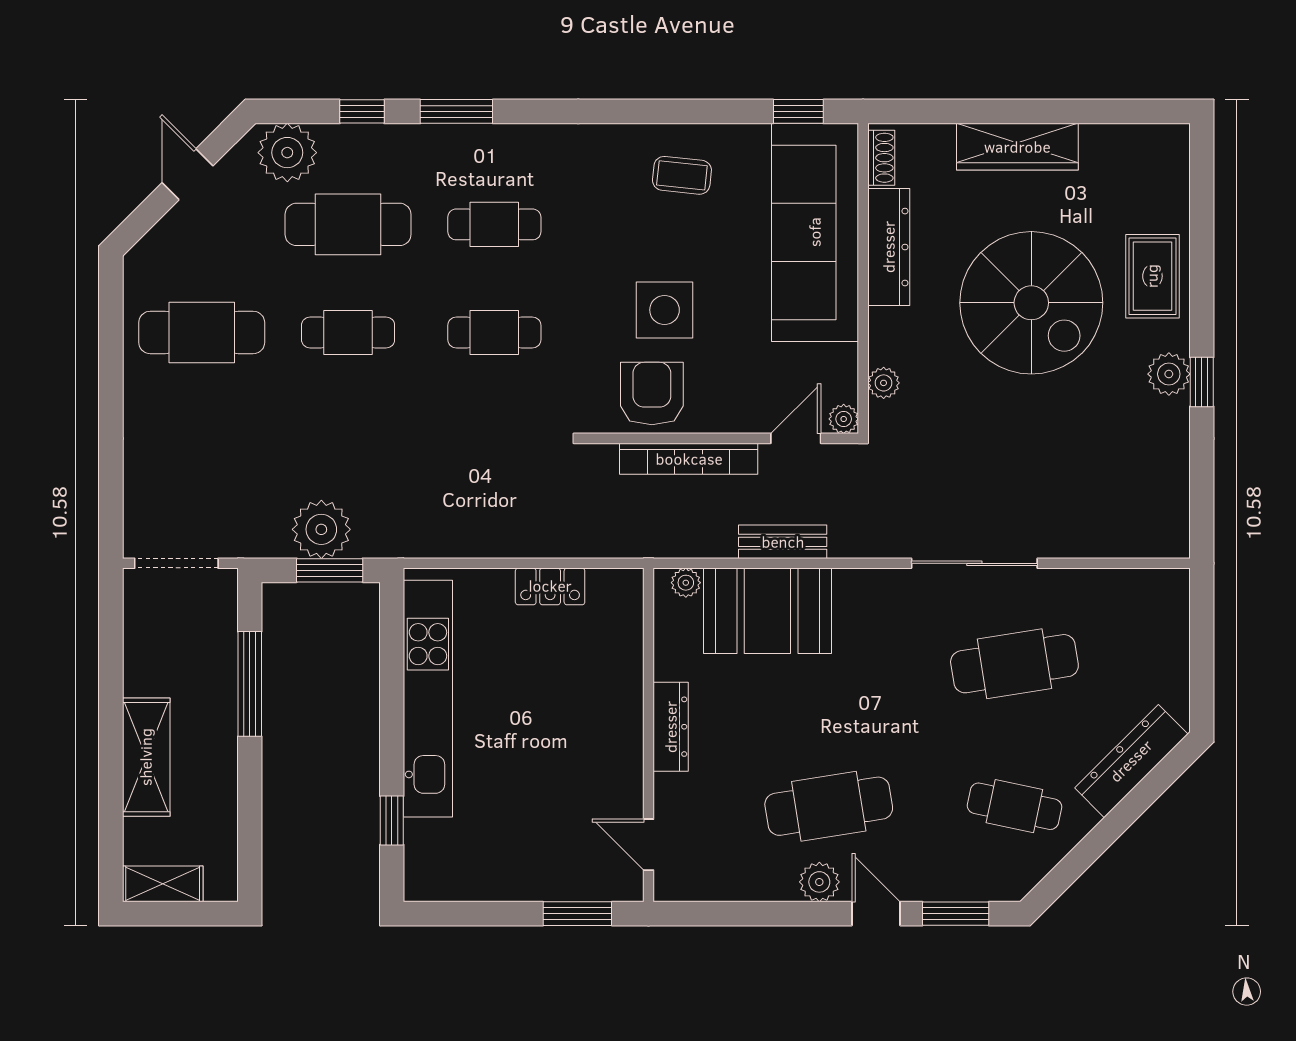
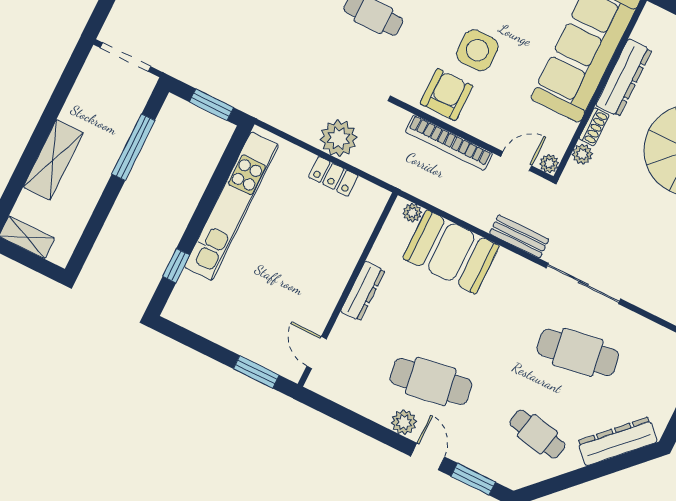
shoe rack: (881, 158) -> (594, 127), moved
plant: (321, 529) -> (339, 138), moved
bench: (783, 542) -> (519, 236), moved

